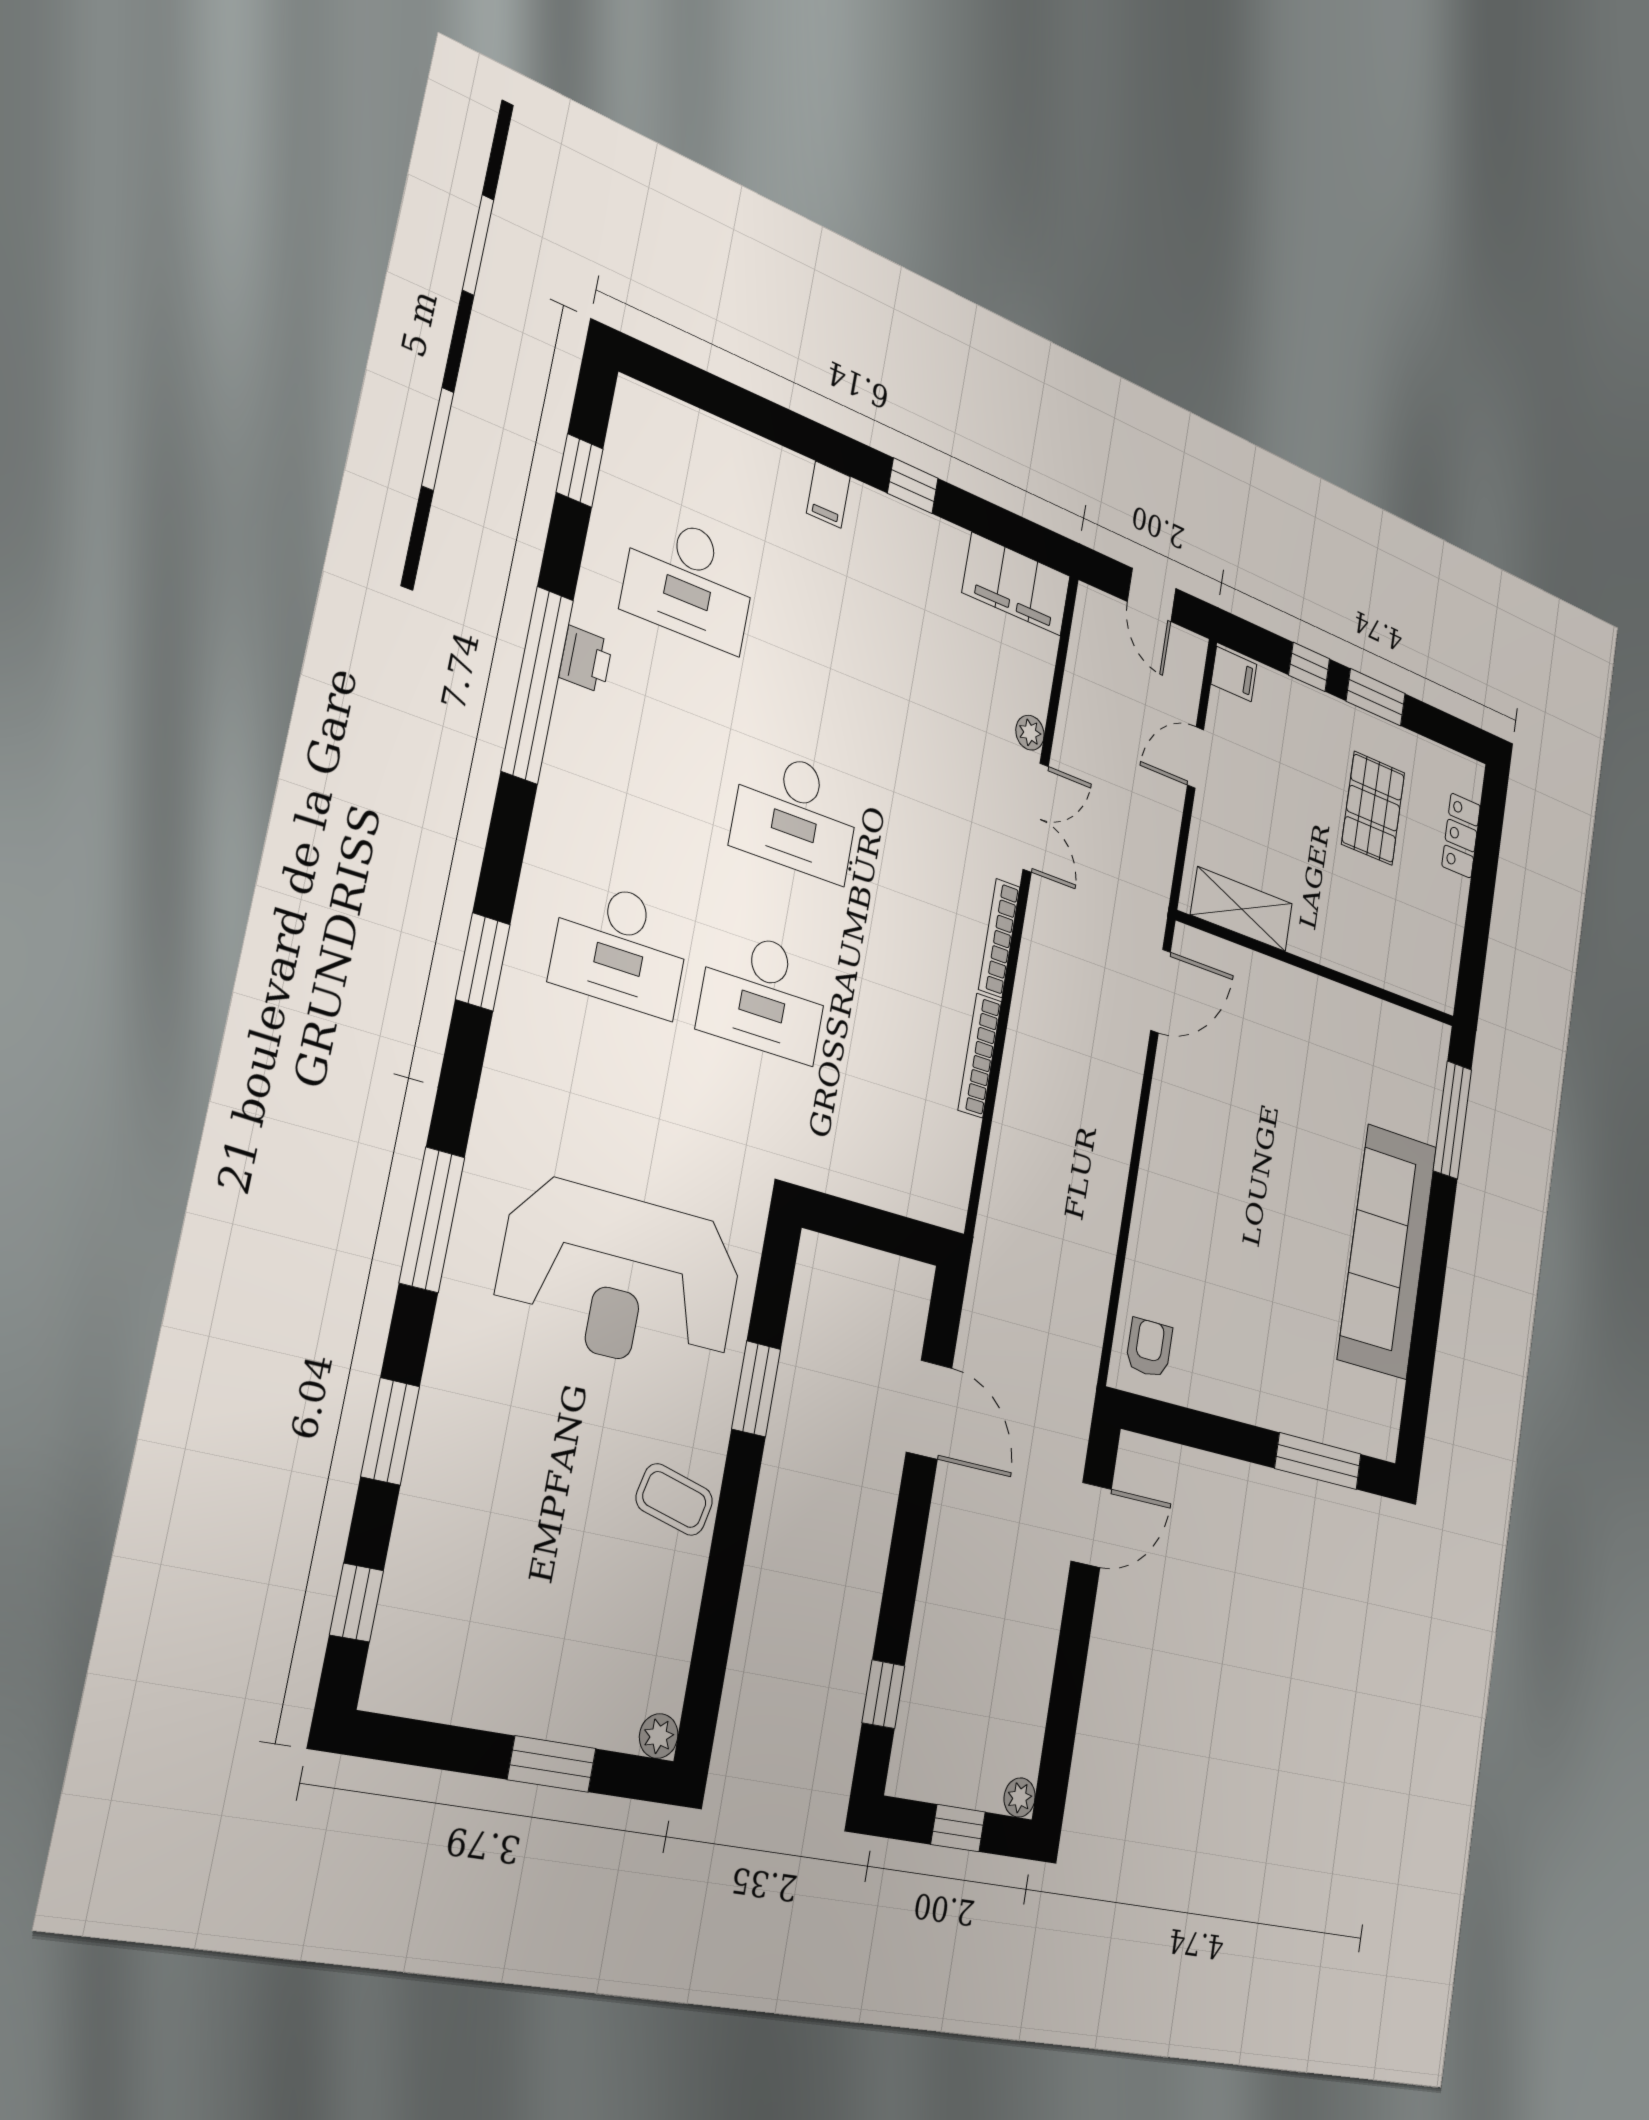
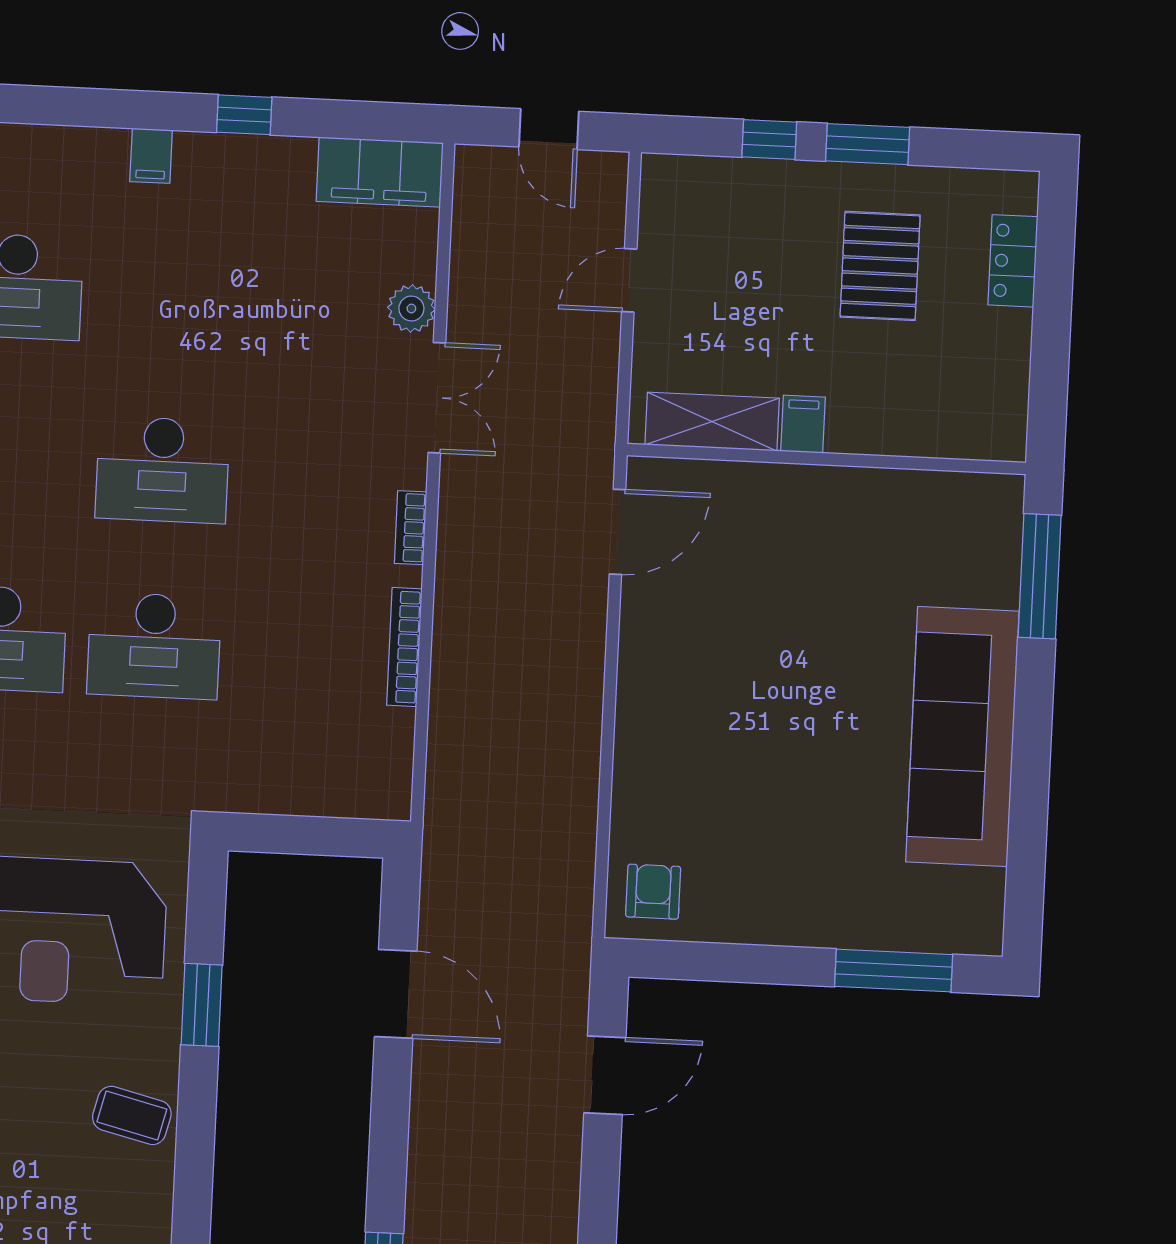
filing cabinet: (1234, 674) -> (803, 424), moved, turned -90
plant: (1030, 733) -> (411, 308), width x1.38, depth x1.38
bookcase: (999, 938) -> (411, 528), width x0.64

